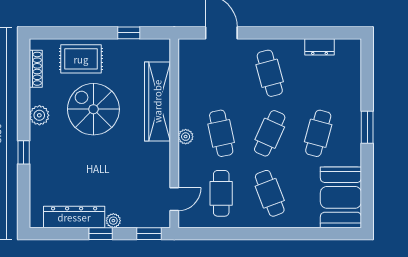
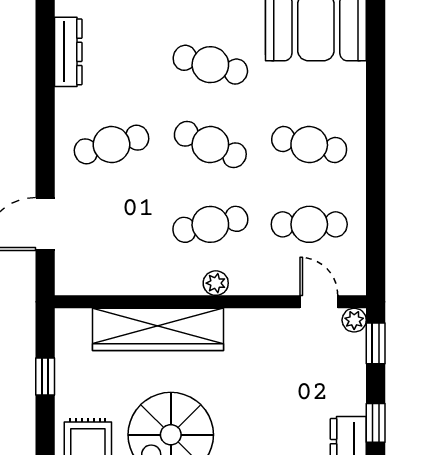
dresser: (320, 47) -> (68, 52), width x1.44
cafe table: (270, 193) -> (309, 145), turned 33
plant: (113, 221) -> (354, 320), moved

